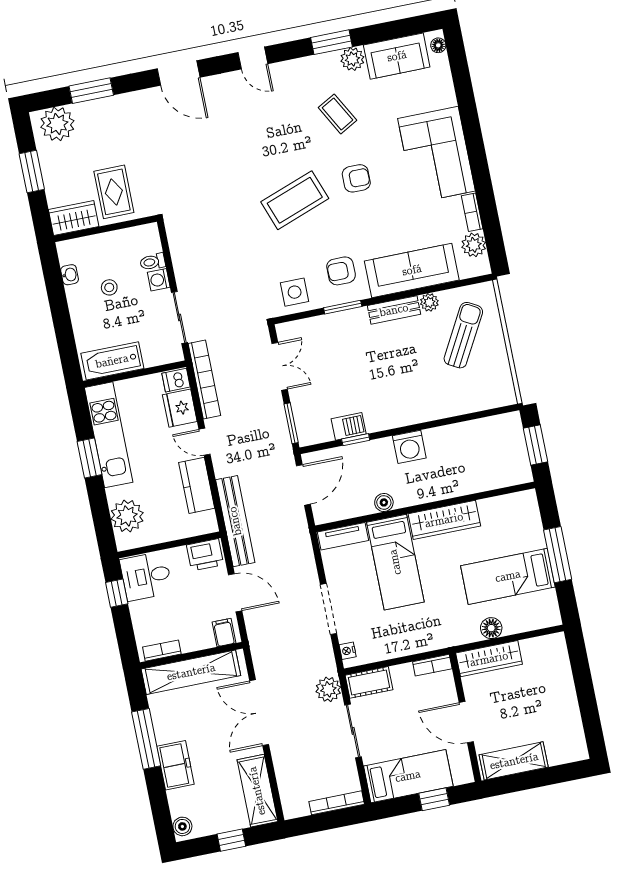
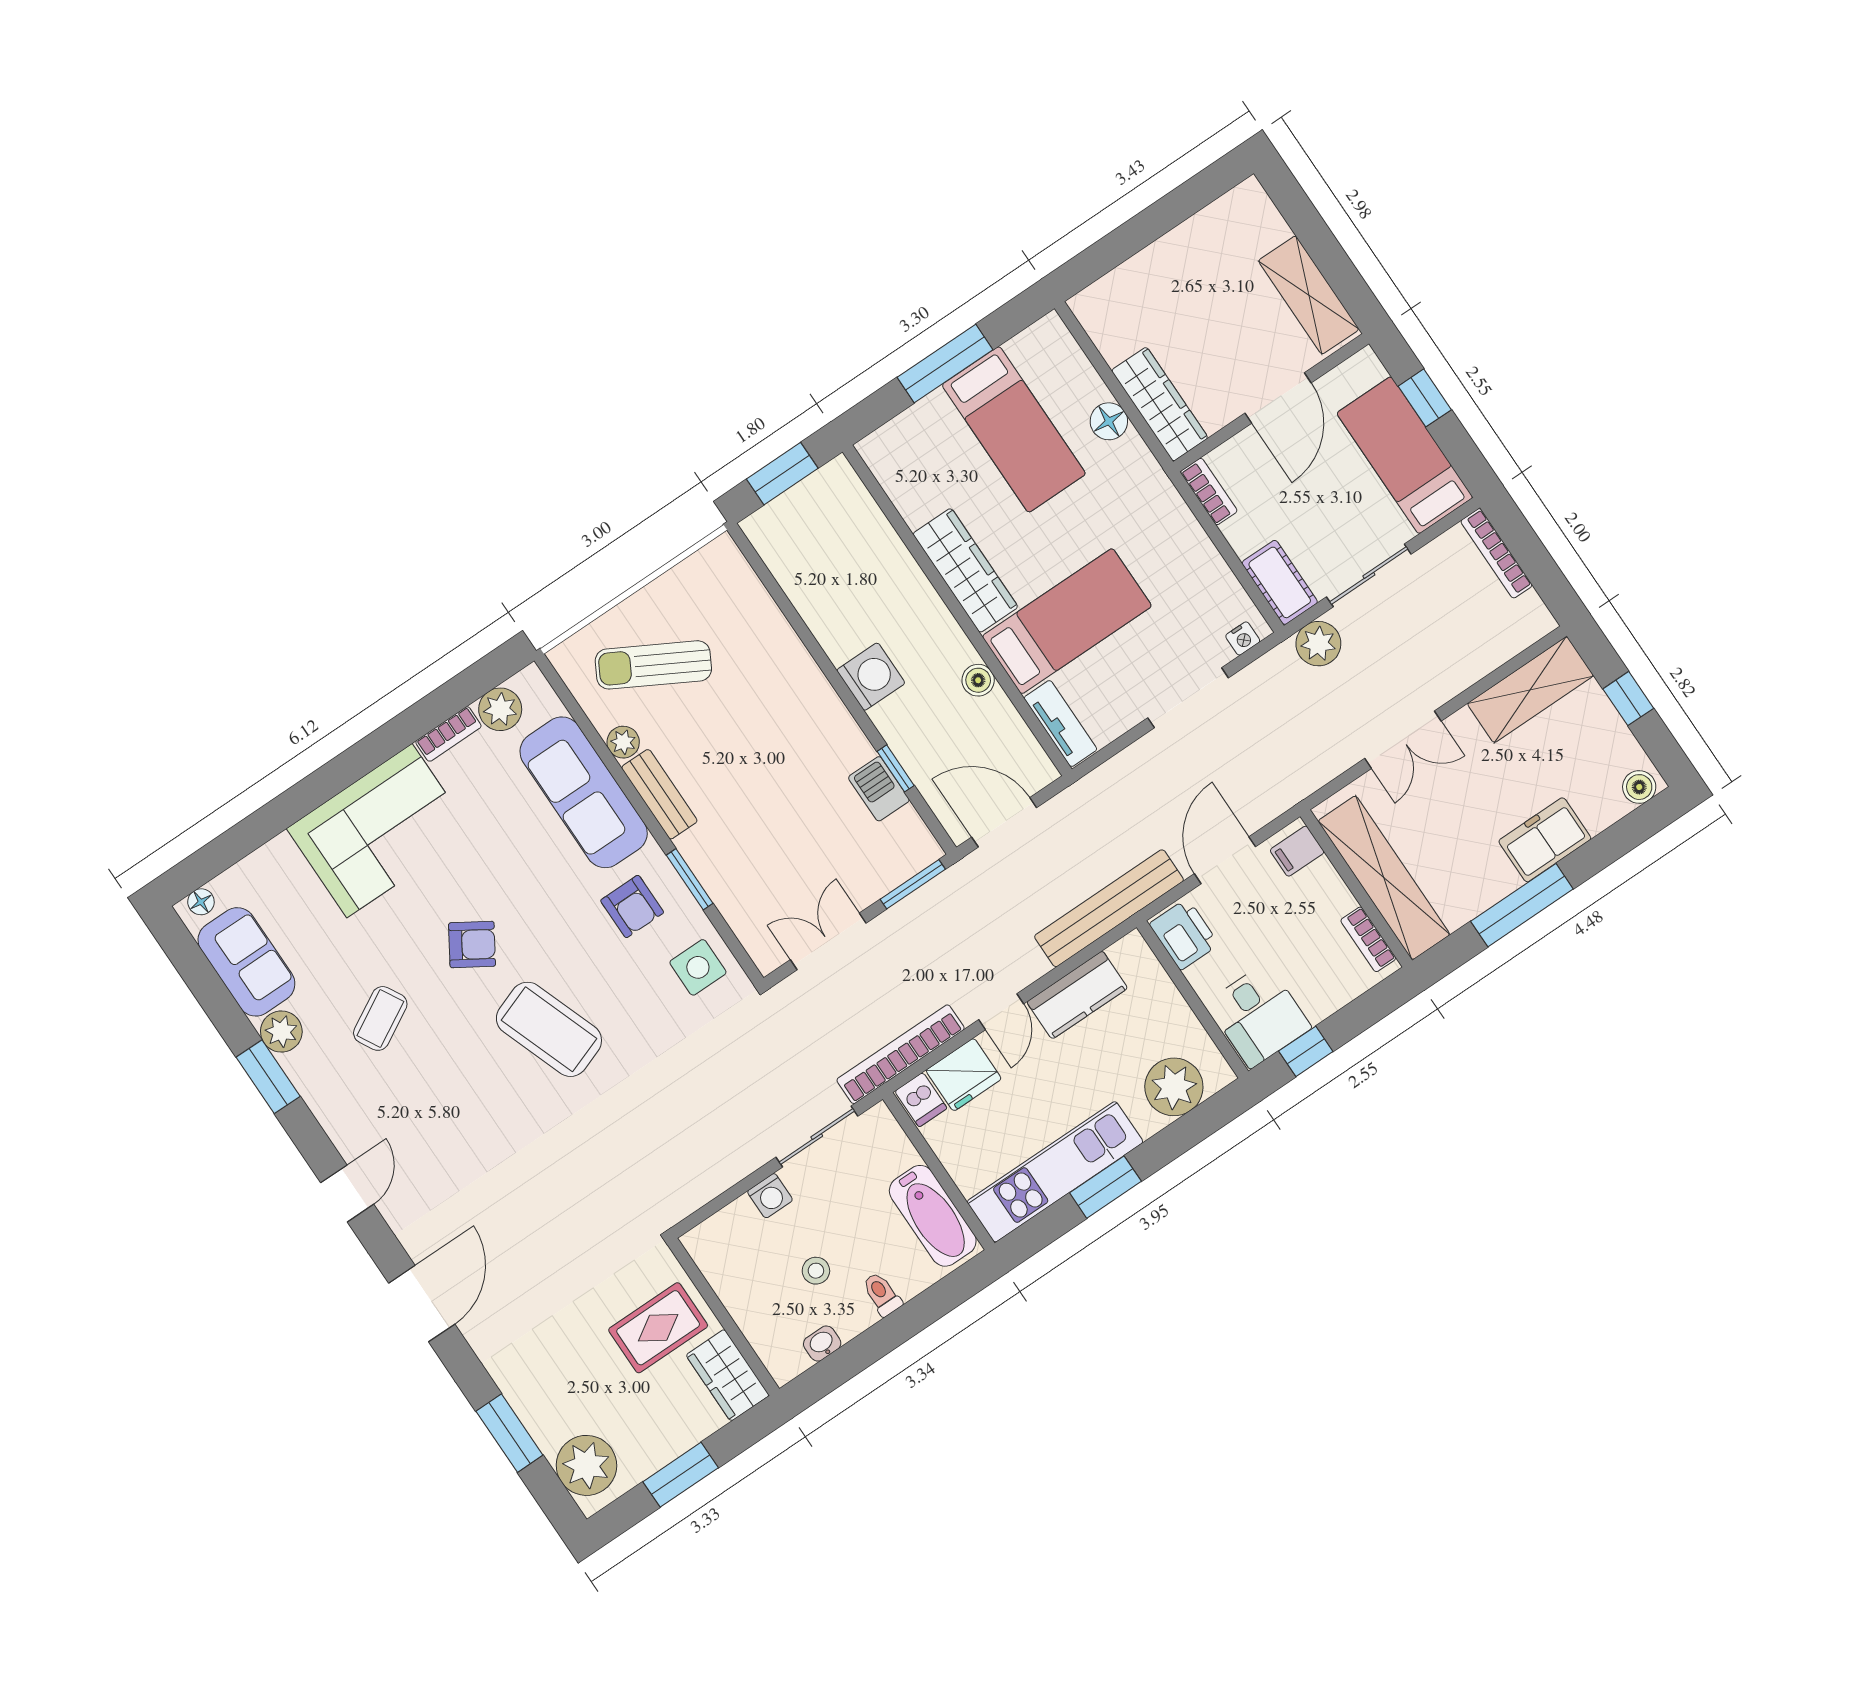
armchair: (356, 178) -> (472, 945), turned 122
toilet: (153, 262) -> (882, 1294), moved, turned 180
double door: (259, 713) -> (1403, 740), width x0.73

